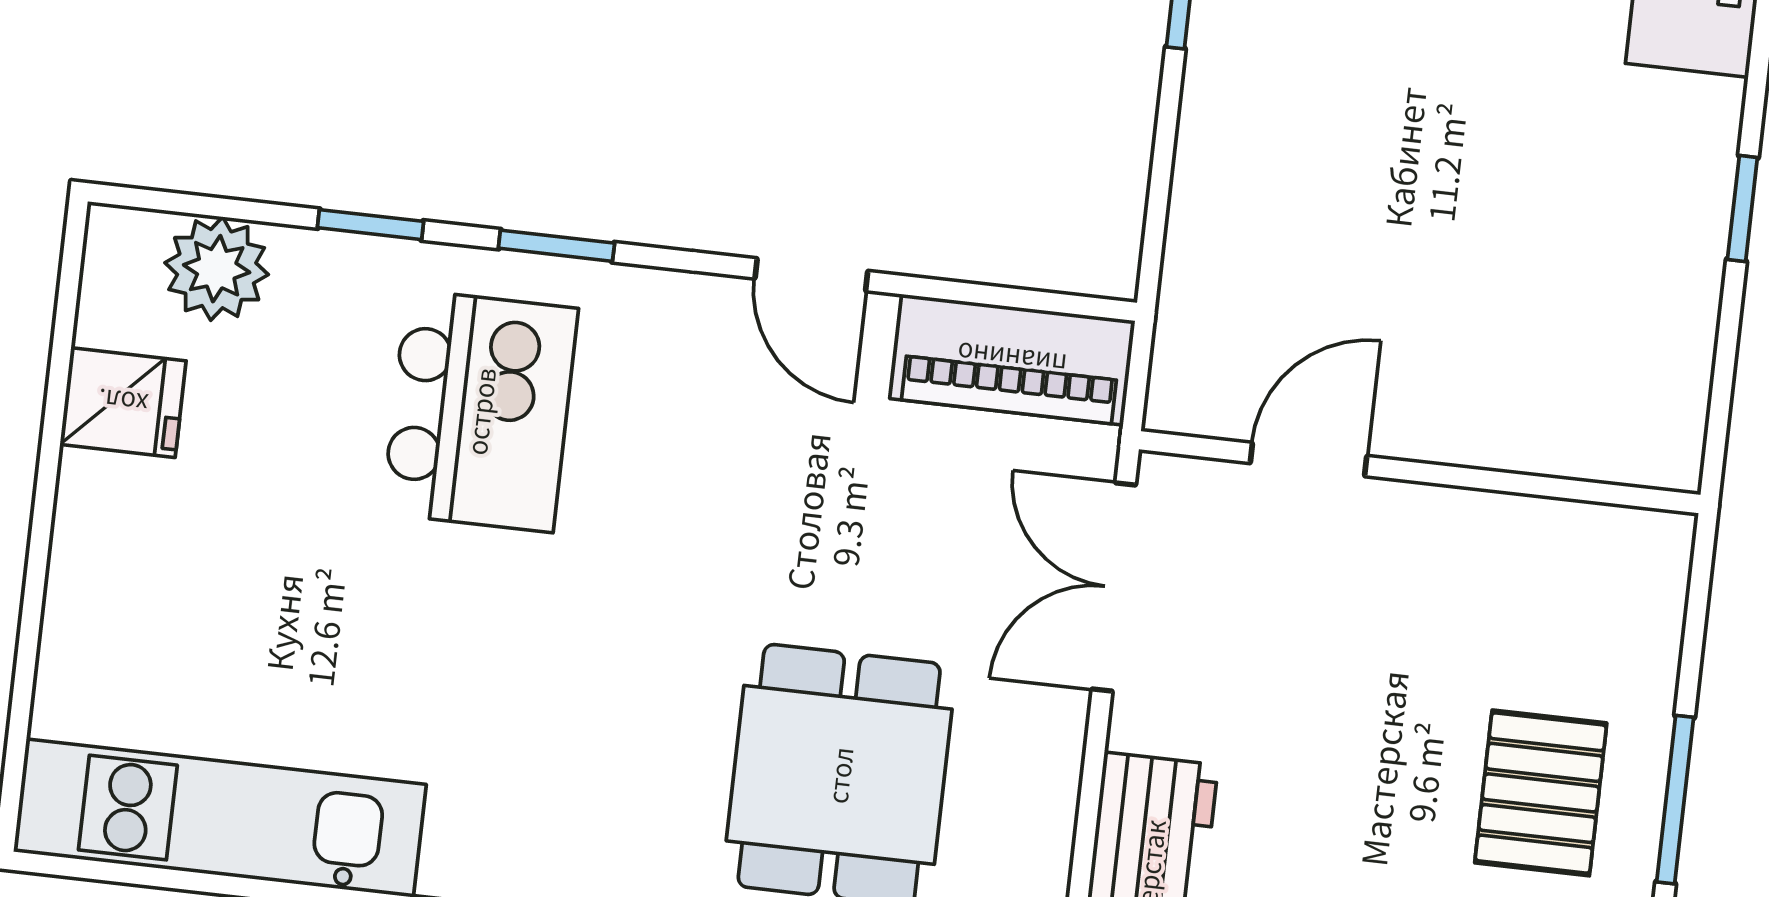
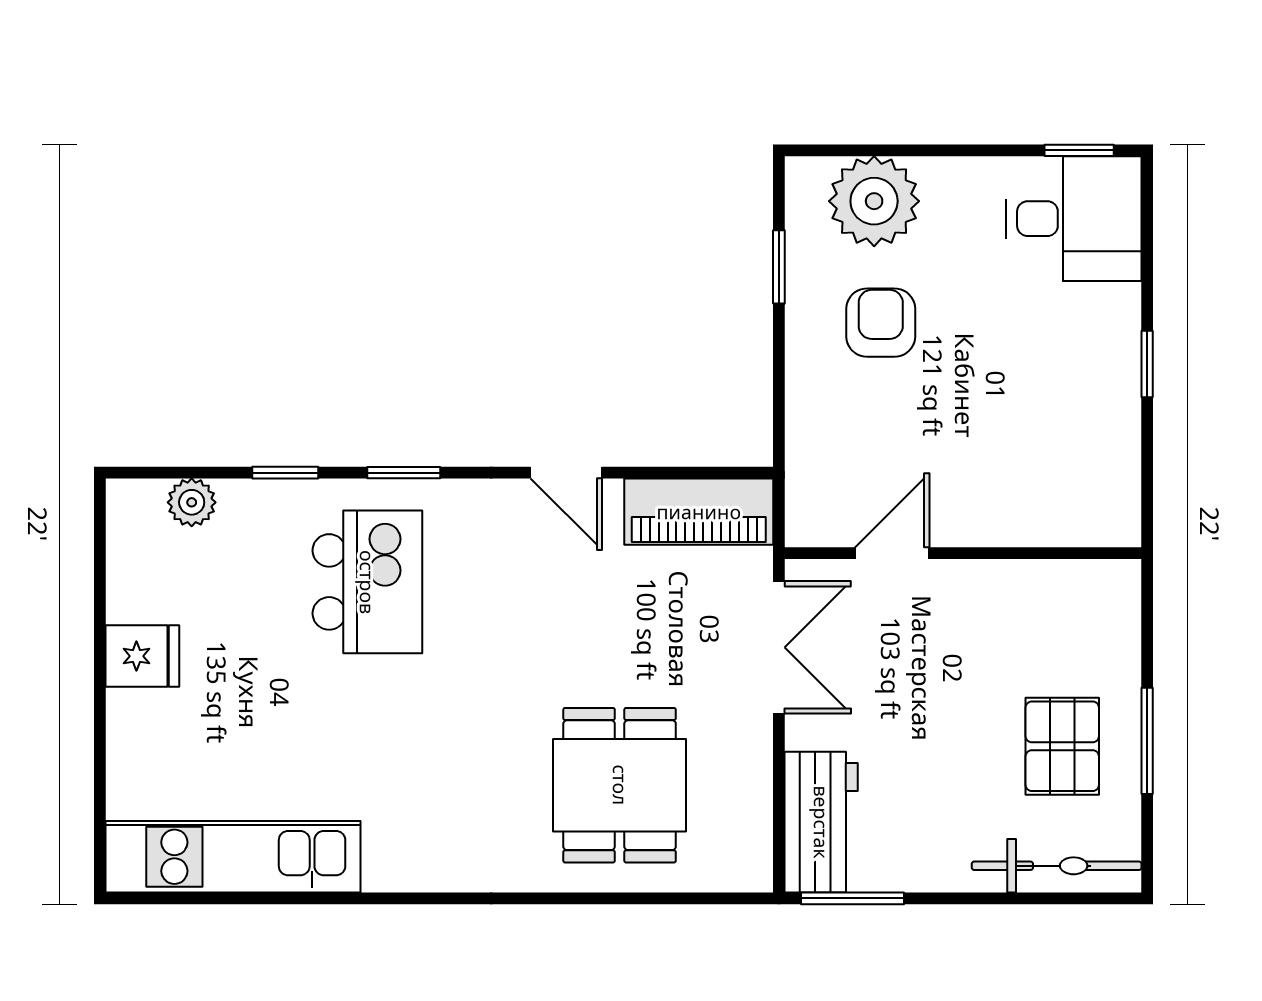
armchair: (1332, 96) -> (881, 323), added
plant: (217, 269) -> (192, 502), width x0.73, depth x0.73
fridge: (123, 403) -> (142, 656), moved
double door: (1114, 587) -> (779, 647), swing flipped

